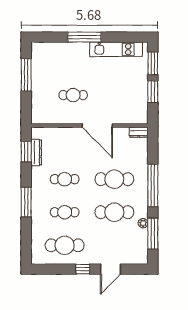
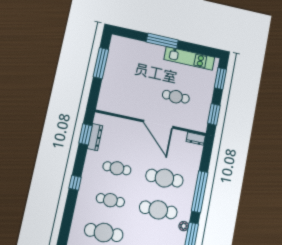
window: (153, 92) -> (214, 114), moved
cafe table: (73, 95) -> (176, 97), moved
window: (26, 202) -> (75, 183), width x0.46

